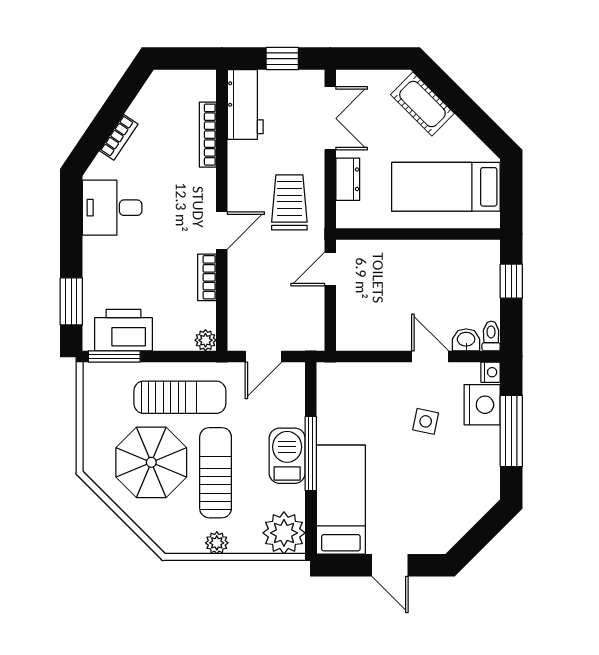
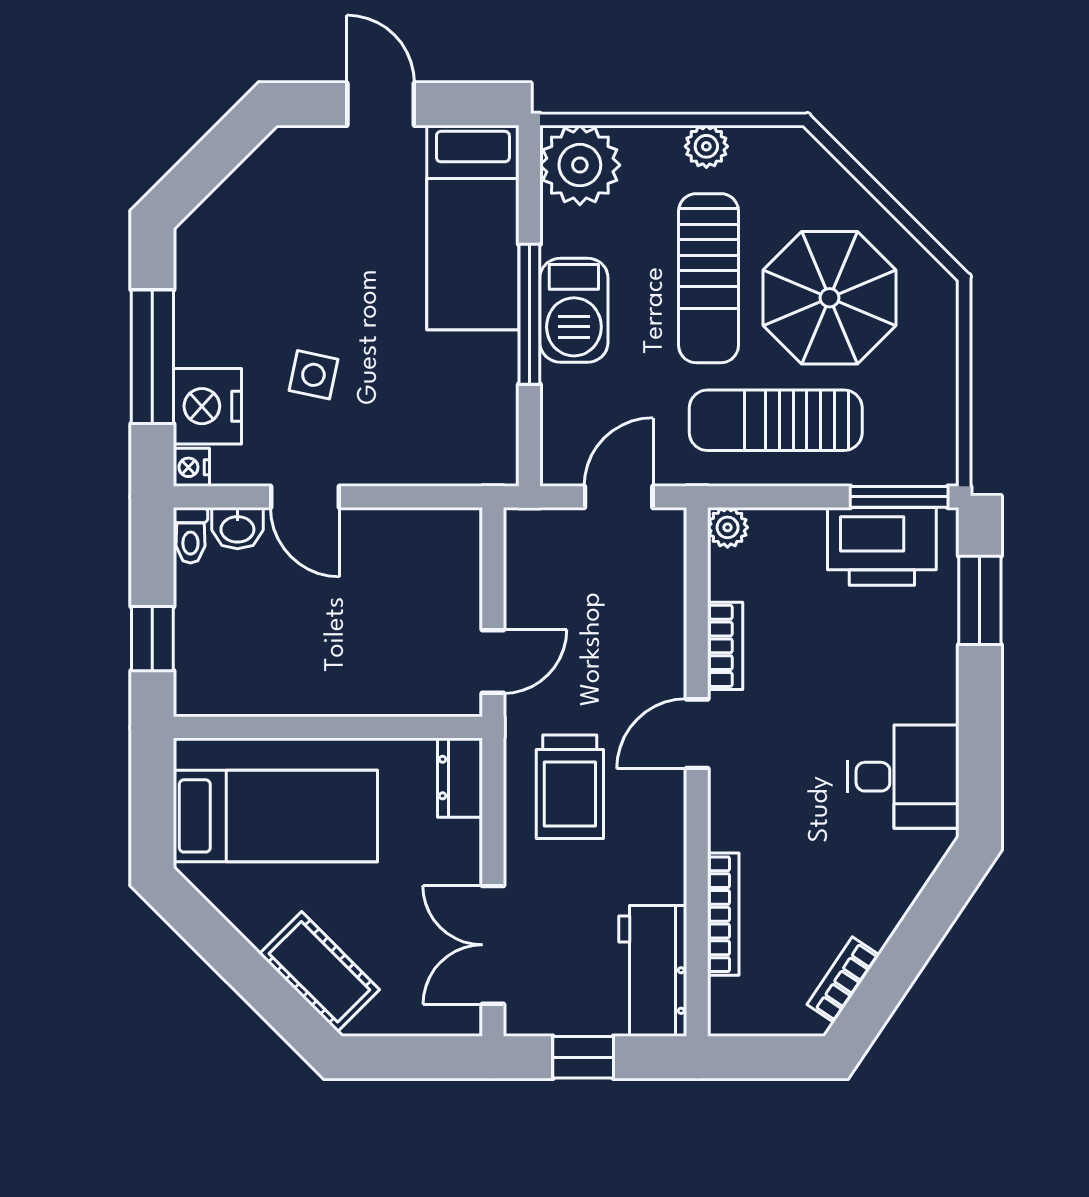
bookcase: (119, 137) -> (843, 980), moved
dresser: (348, 179) -> (460, 778), moved

